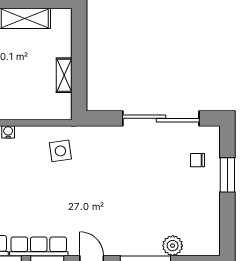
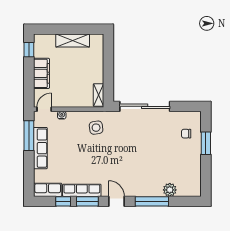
shelving: (64, 75) -> (99, 95), moved
sliding door: (161, 118) -> (145, 106), moved

